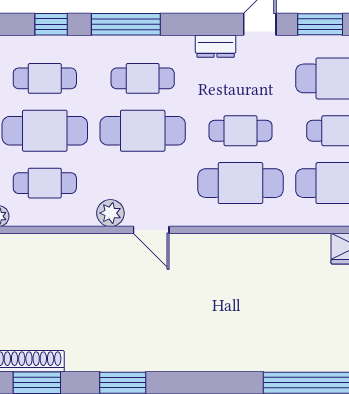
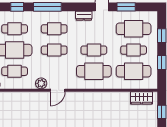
cafe table: (143, 131) -> (54, 50), width x0.73, depth x0.74
door: (151, 230) -> (58, 90), hinge flipped

